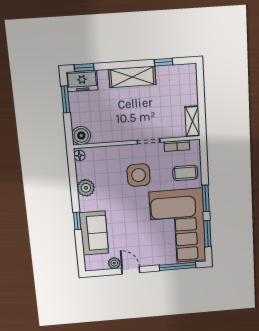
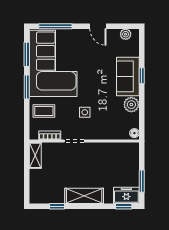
boiler: (81, 135) -> (131, 150), removed
side table: (139, 175) -> (85, 112), width x0.54, depth x0.54
sofa: (94, 233) -> (128, 76), moved
plant: (114, 263) -> (126, 34), moved

